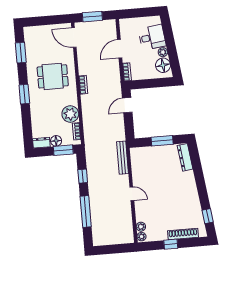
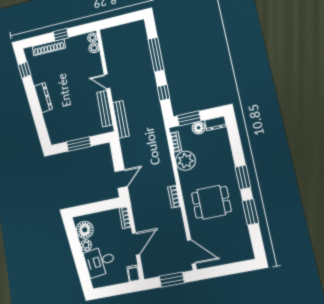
filing cabinet: (124, 25) -> (134, 273), added
window: (21, 53) -> (250, 212), moved
dresser: (185, 157) -> (43, 98), moved
bench: (136, 169) -> (105, 109), added

